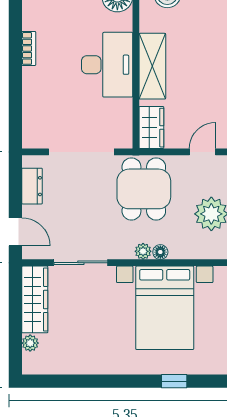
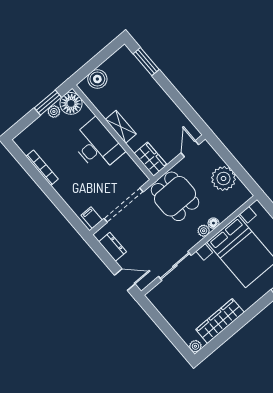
bookcase: (29, 48) -> (42, 168), width x1.56
shelving: (152, 66) -> (121, 127), width x0.67, depth x0.75
filing cabinet: (36, 136) -> (92, 218), added
wardrobe: (35, 299) -> (220, 321), moved, turned -90
plant: (30, 343) -> (195, 346), moved

